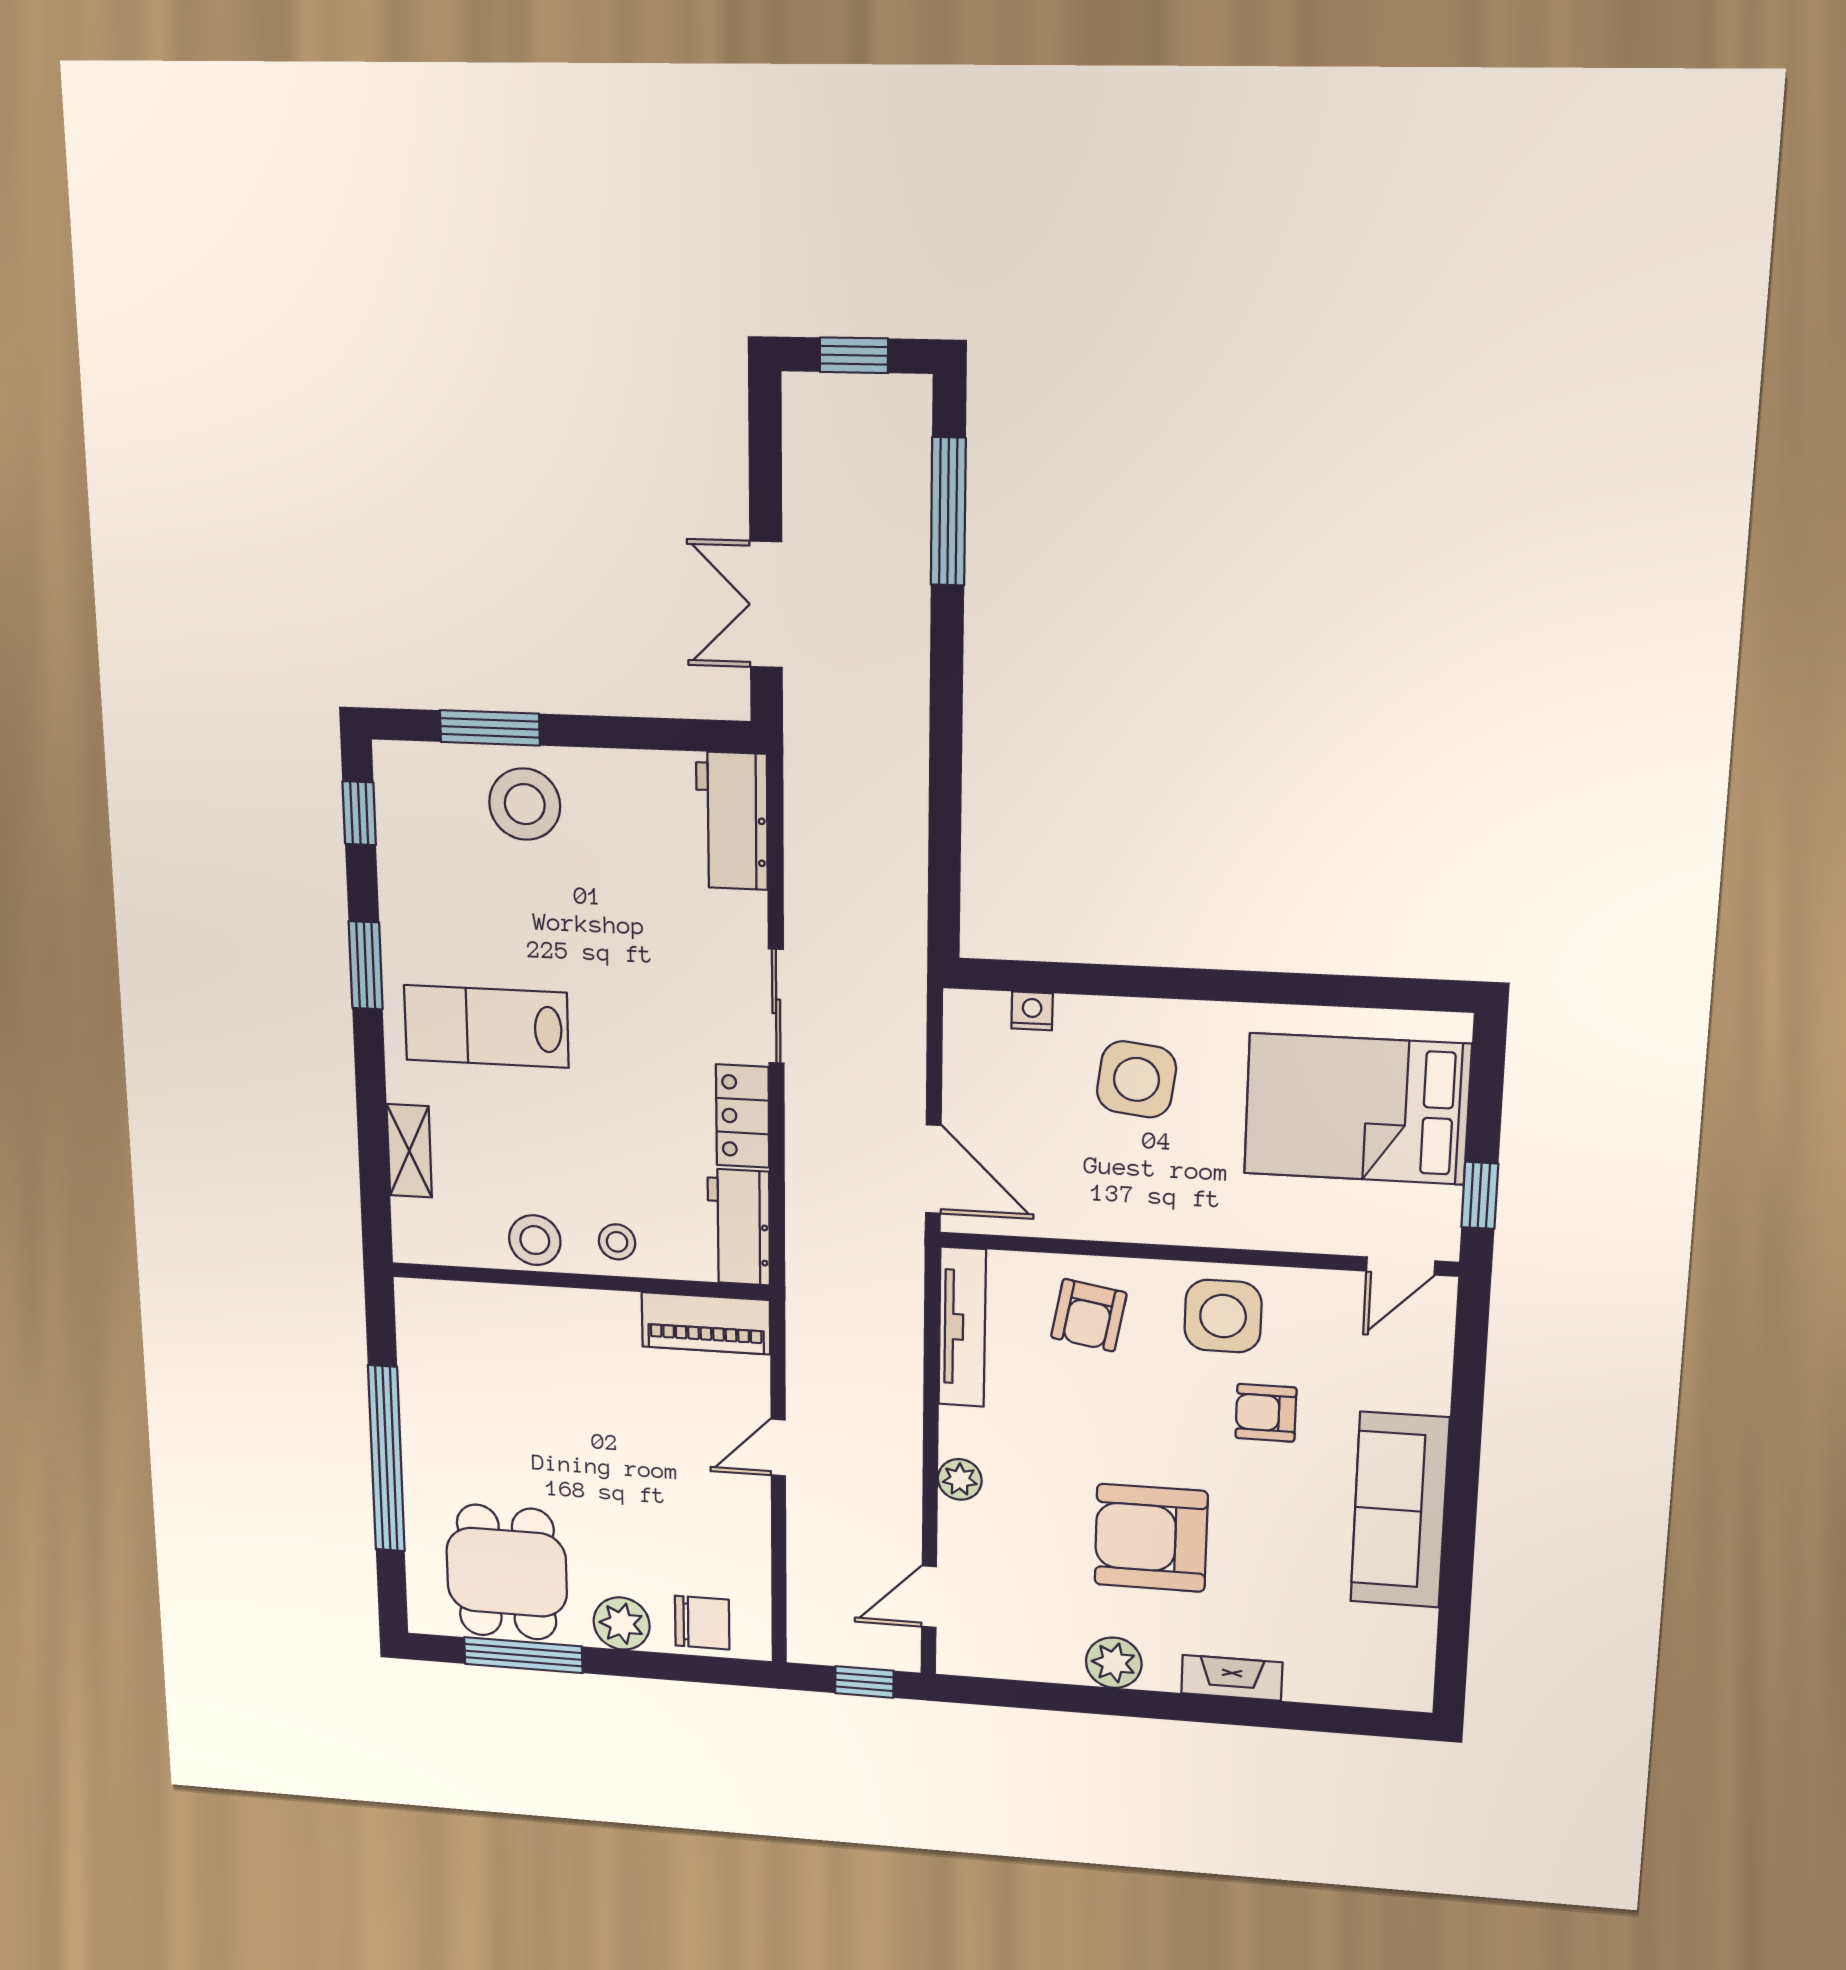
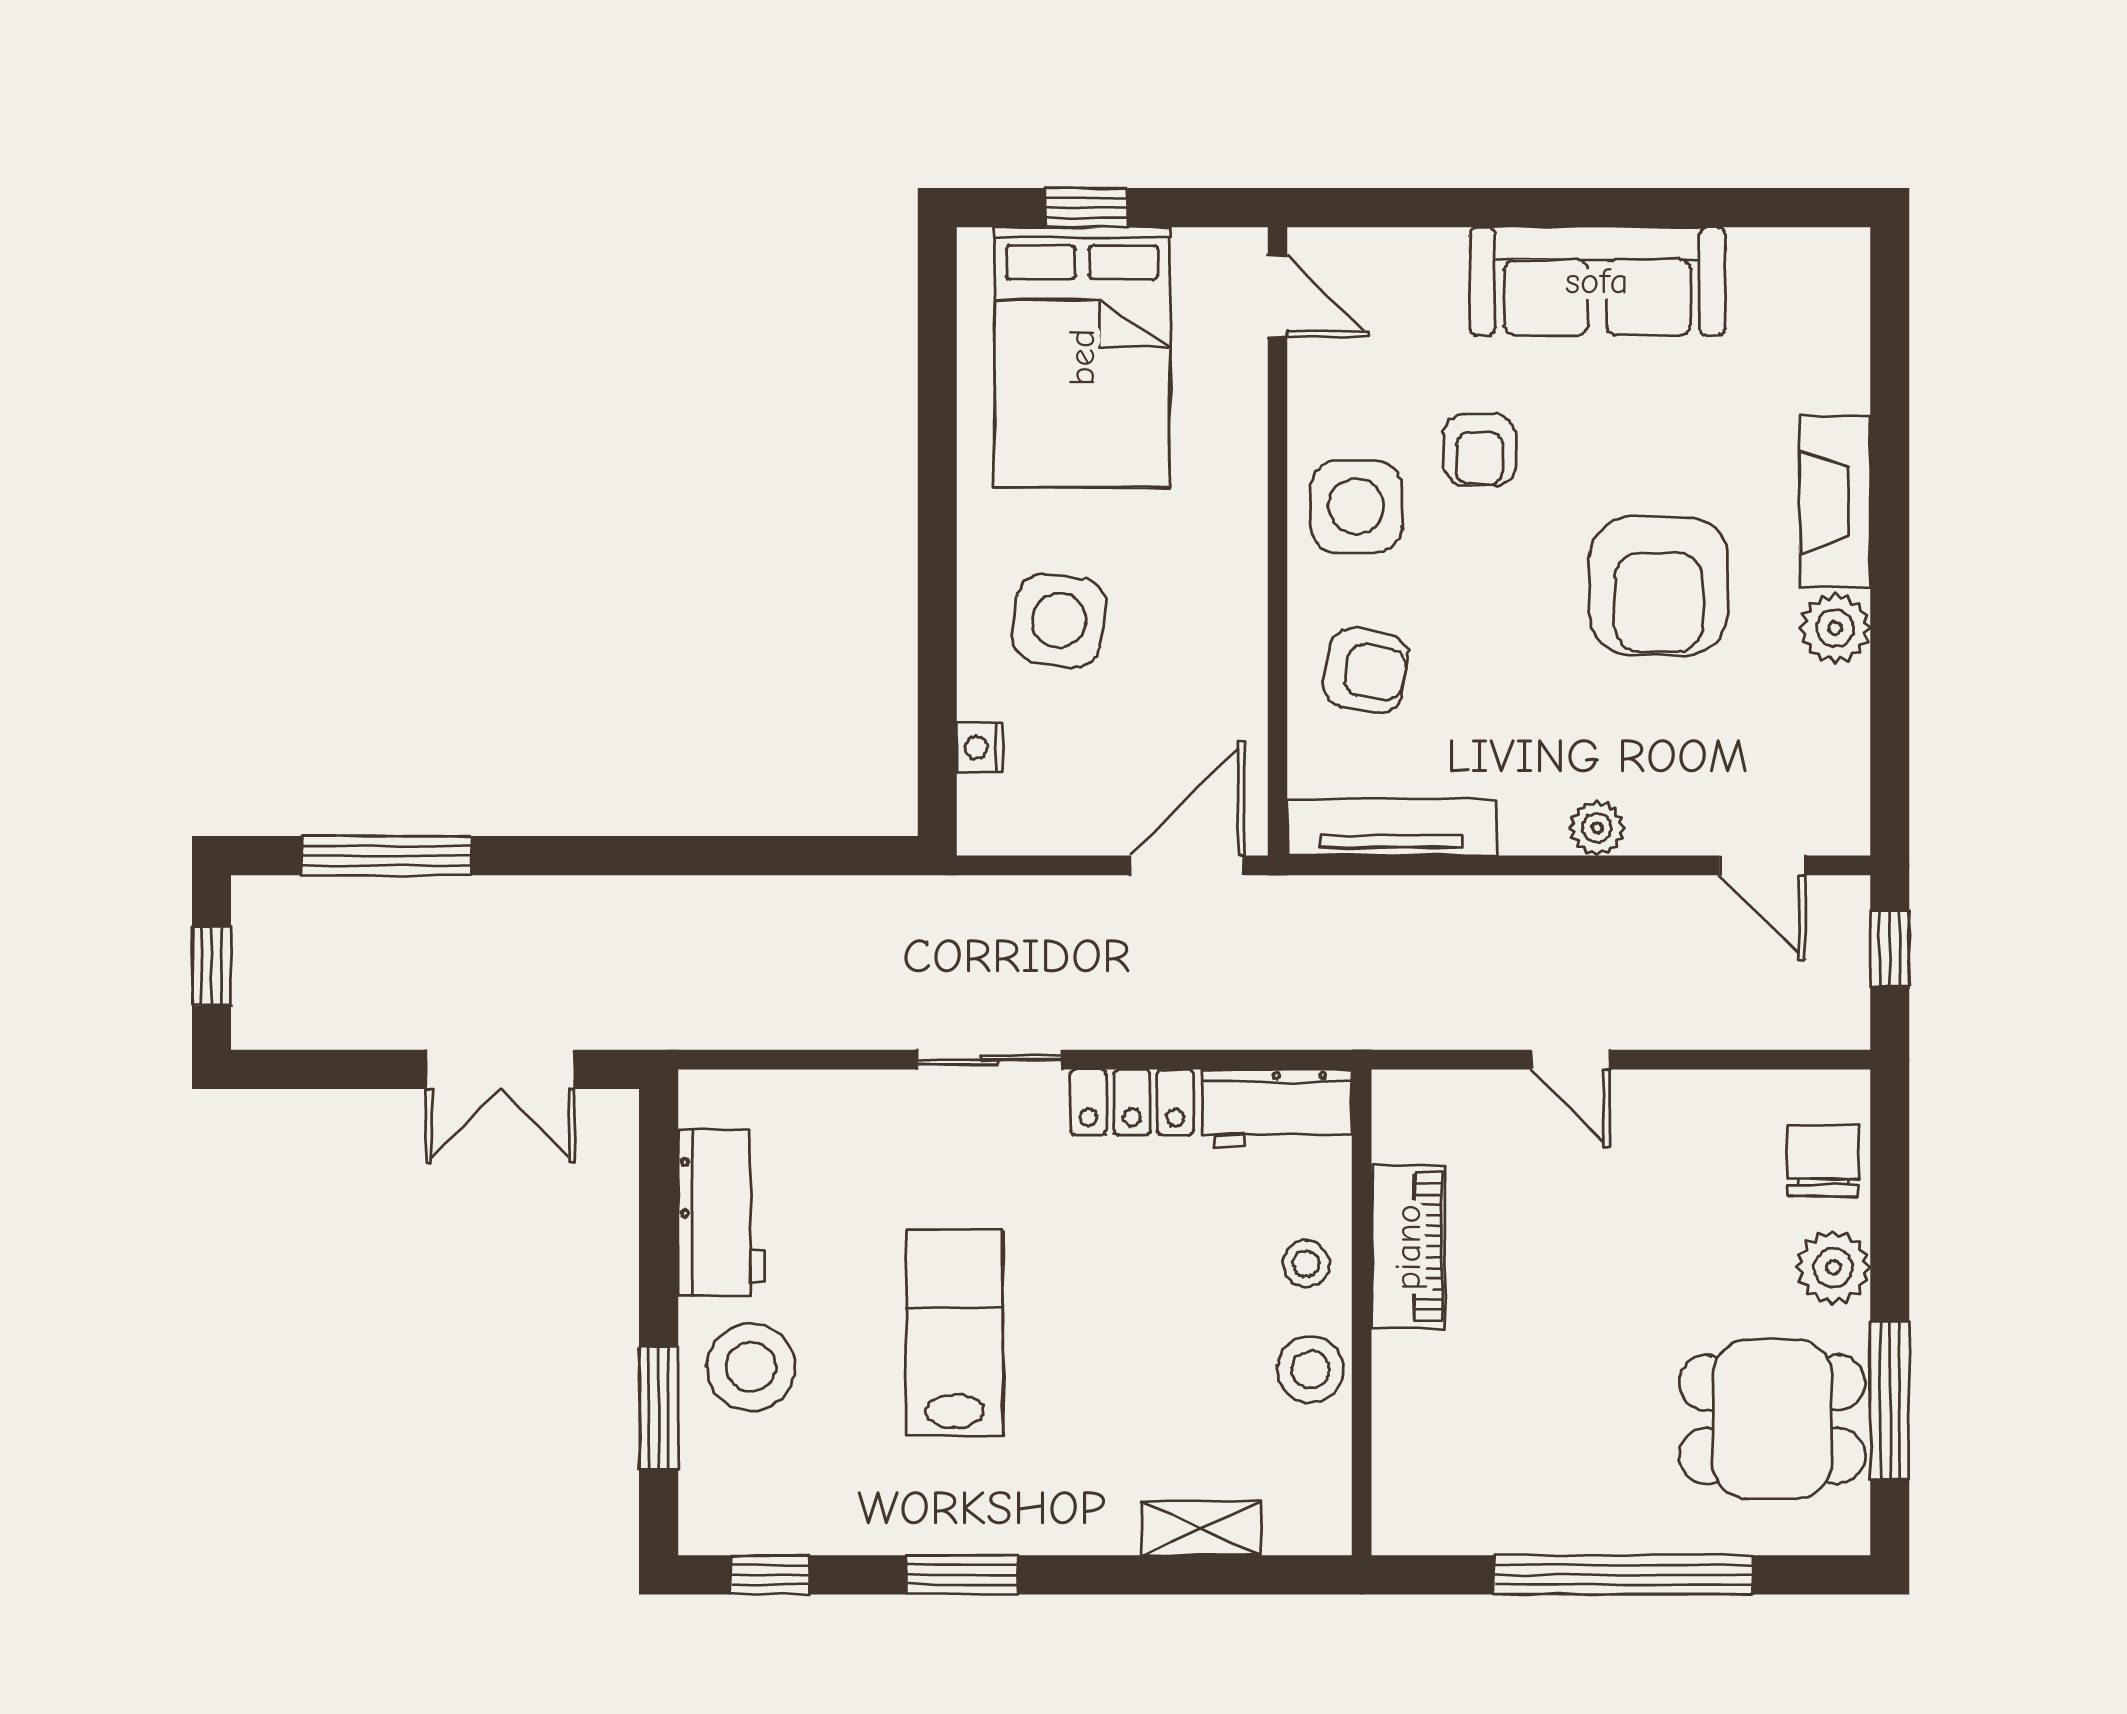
workbench: (732, 821) -> (721, 1213), moved, turned -90
lab bench: (486, 1026) -> (954, 1333), moved, turned 180
window: (1480, 1195) -> (1086, 208), moved
piano: (706, 1323) -> (1408, 1247), moved
fireplace: (1232, 1678) -> (1835, 502), width x1.37, depth x1.32

